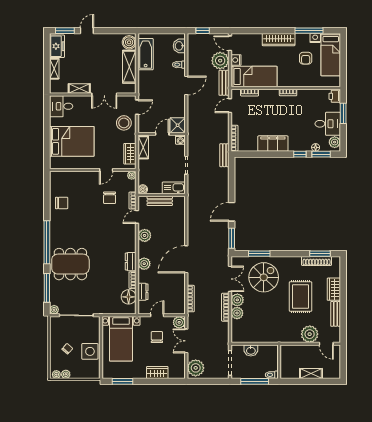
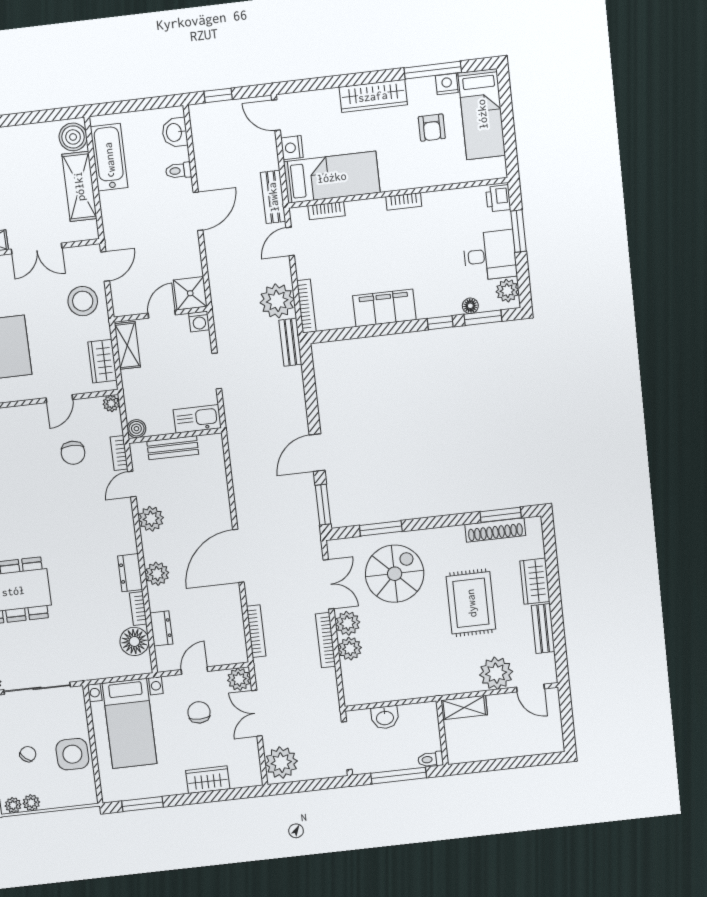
plant: (220, 61) -> (277, 301), moved
shelving: (311, 374) -> (464, 707), moved

